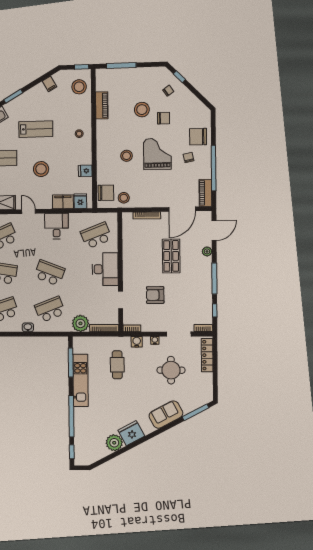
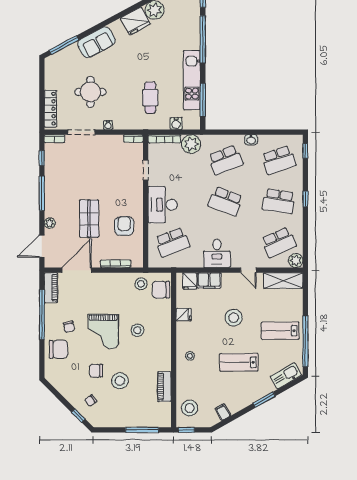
armchair: (155, 295) -> (124, 226), moved, turned -90
water cooler: (137, 342) -> (176, 124), moved

